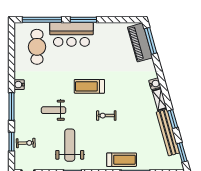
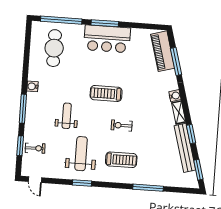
bar counter: (71, 34) -> (107, 39), moved
window: (151, 41) -> (176, 61), moved
weight bench: (54, 110) -> (67, 116), turned 90
treadmill: (122, 160) -> (121, 160), moved

